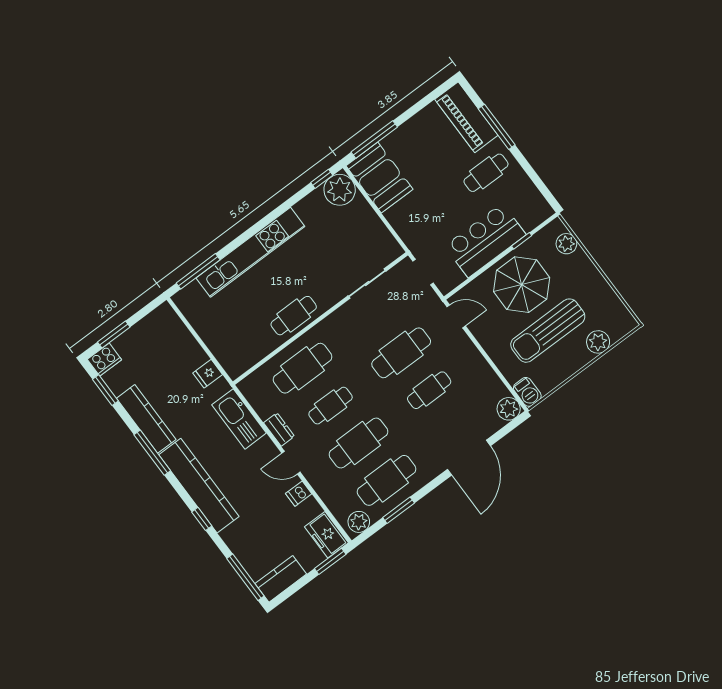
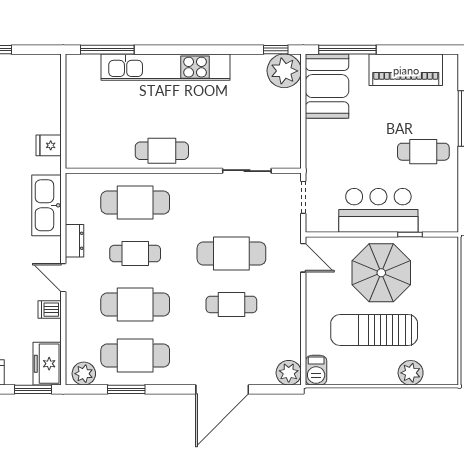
piano: (466, 117) -> (406, 70), moved, turned -90
plant: (566, 244) -> (447, 266), removed

